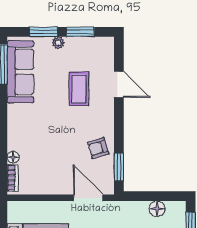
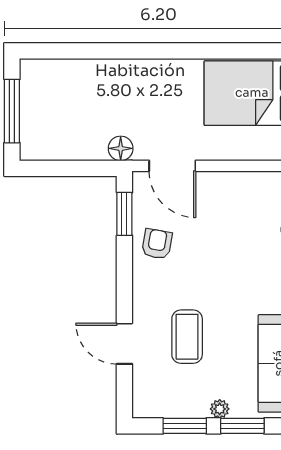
armchair: (98, 148) -> (157, 244), turned -63
floor lamp: (157, 209) -> (121, 148), moved

